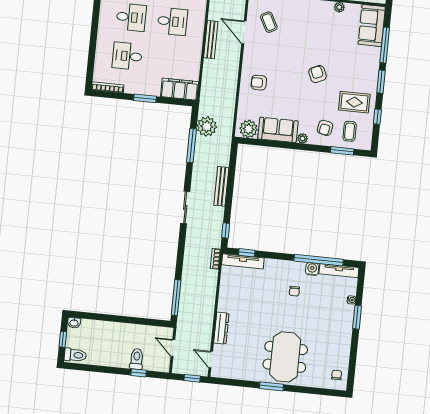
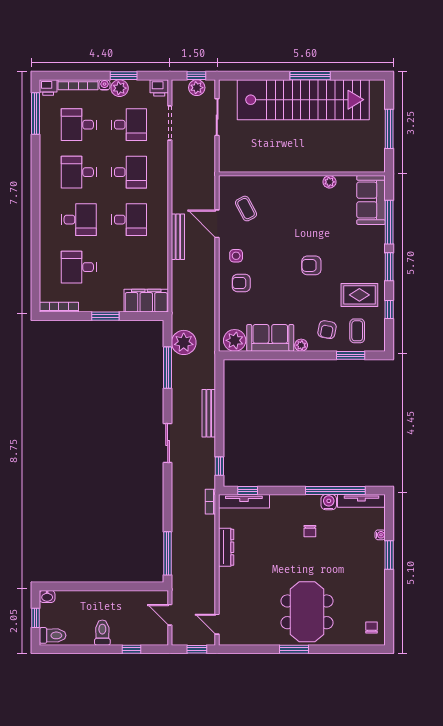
side table: (257, 60) -> (236, 256), added
armchair: (318, 74) -> (311, 265), turned -66
dresser: (221, 328) -> (226, 547), moved
toilet: (137, 359) -> (102, 633), moved

